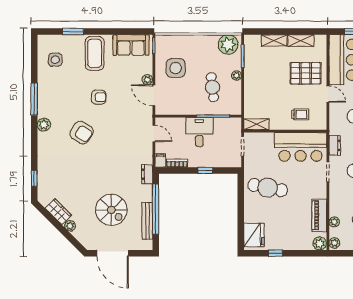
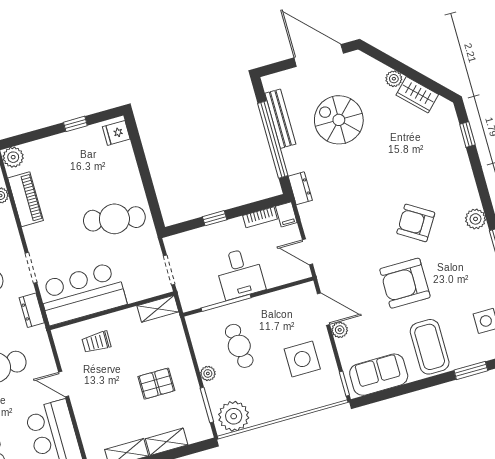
pallet: (306, 73) -> (156, 384), moved, width x0.67, depth x0.71
armchair: (99, 97) -> (405, 283), width x1.88, depth x1.88
fridge: (254, 235) -> (116, 133), width x0.53, depth x0.75

